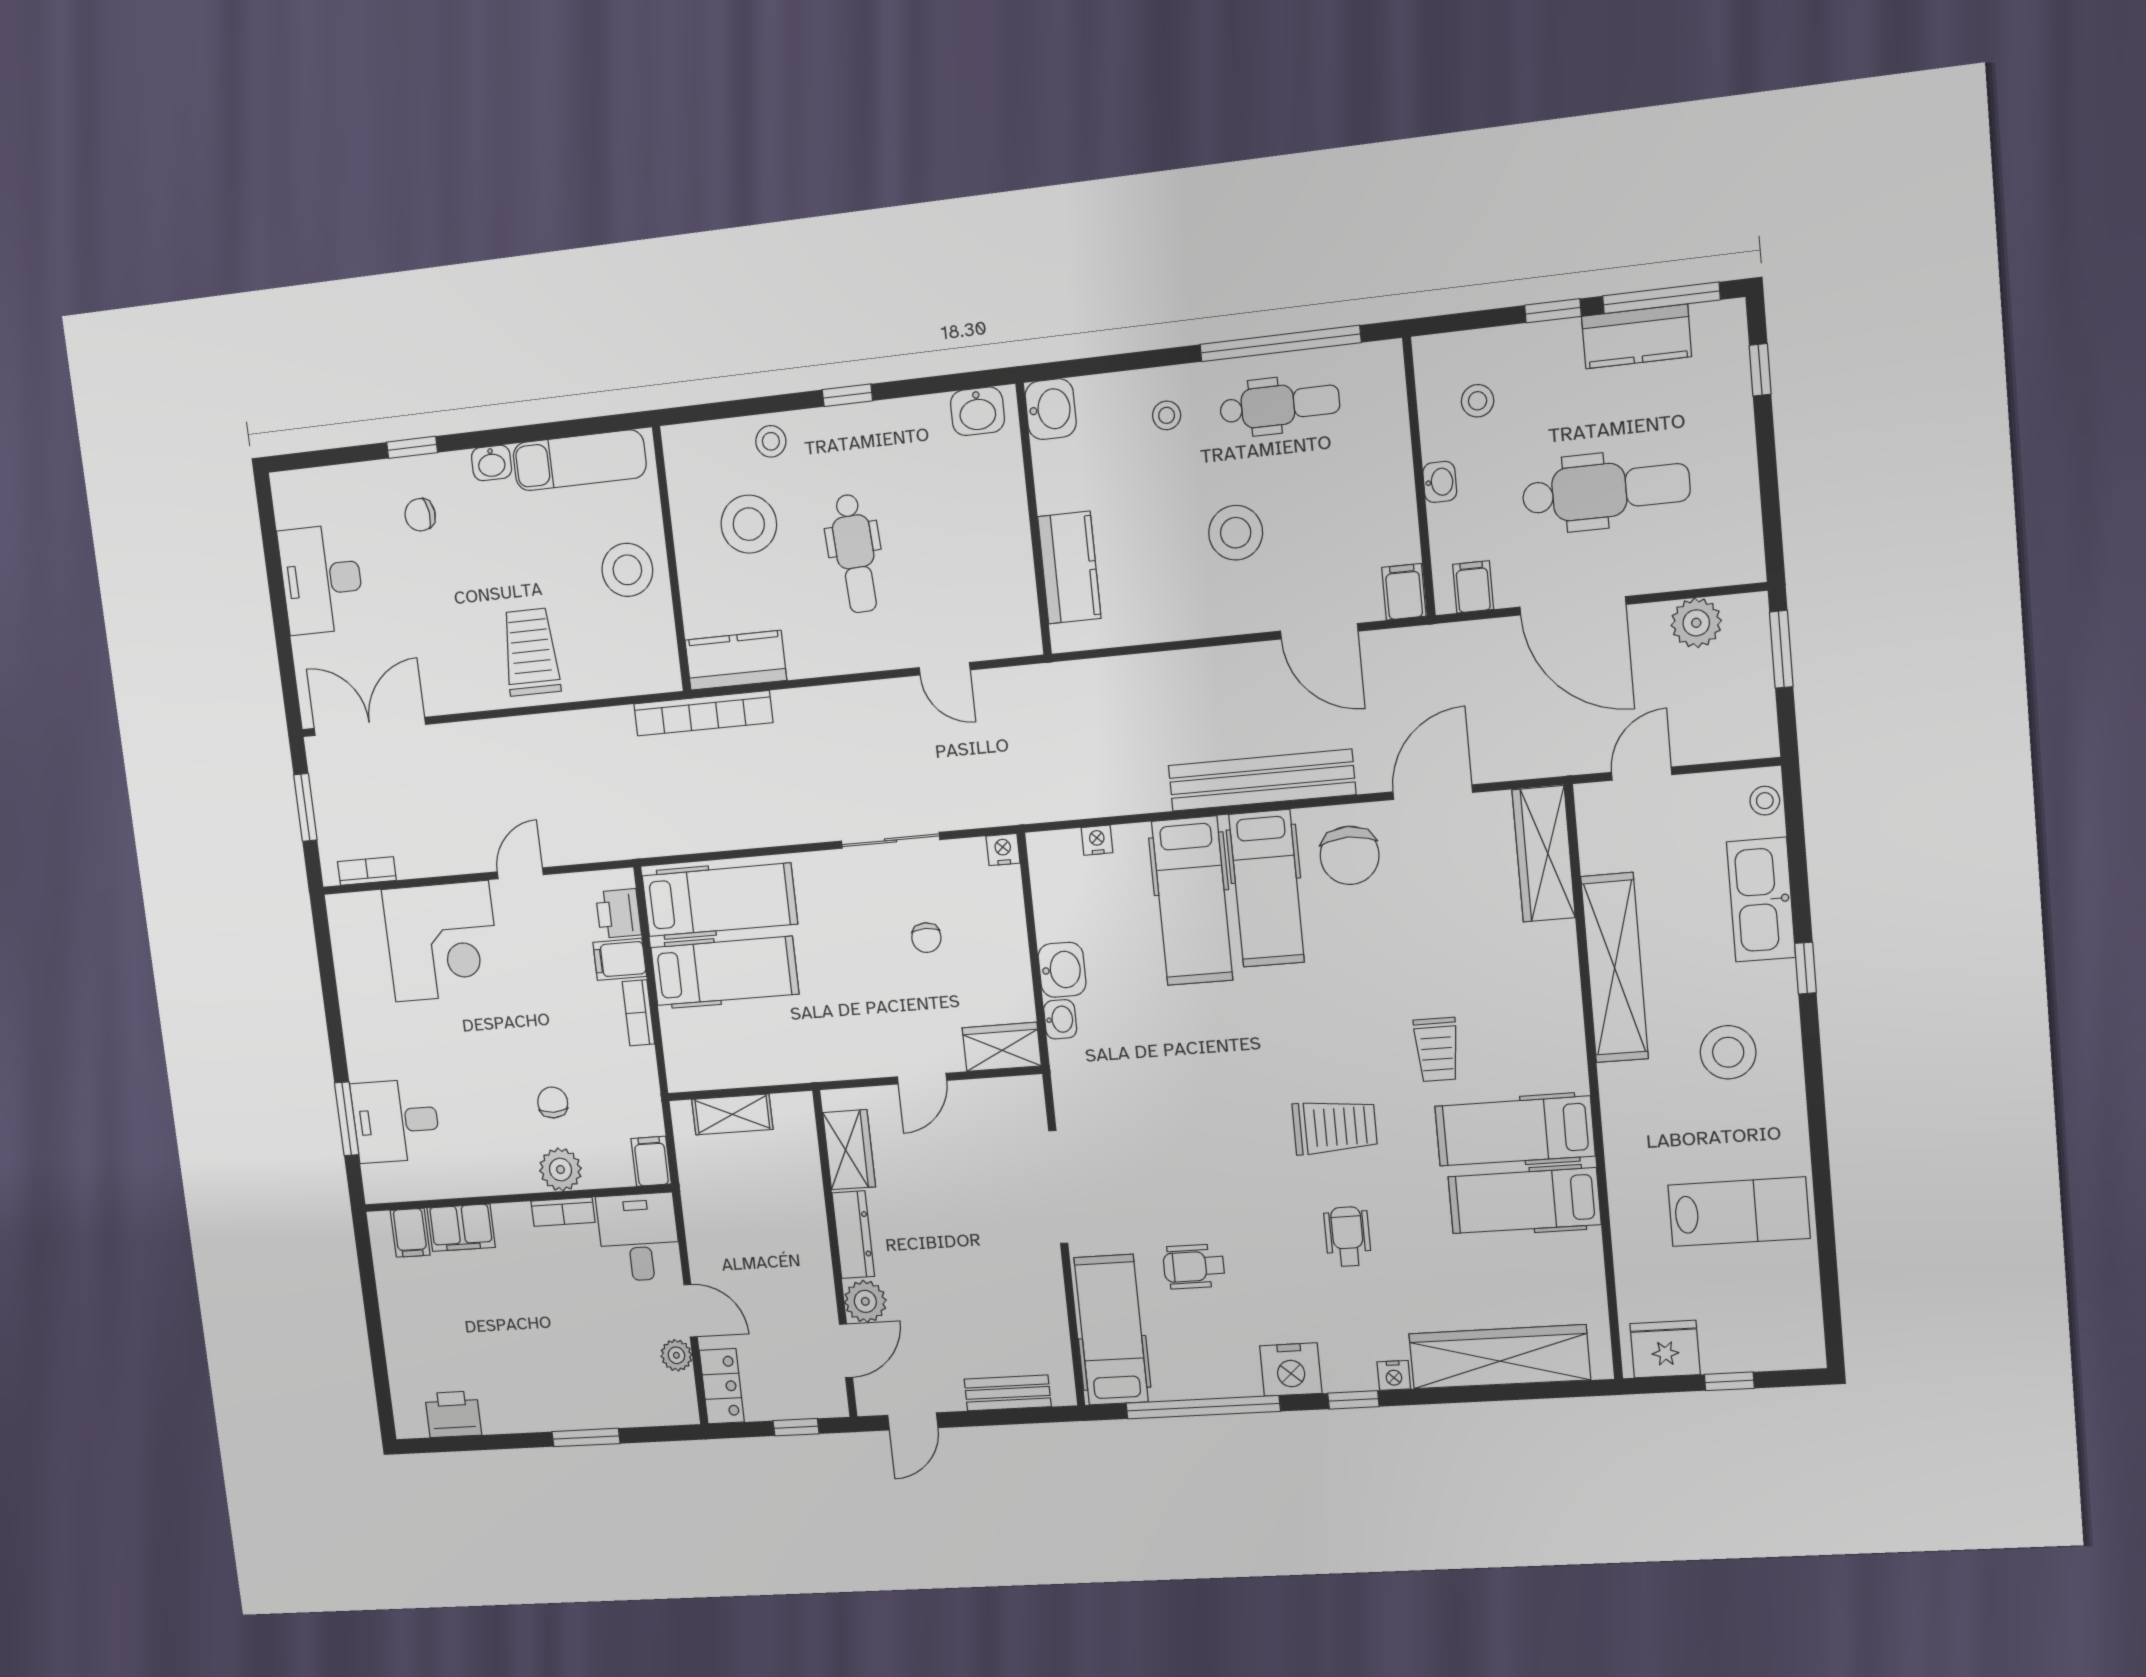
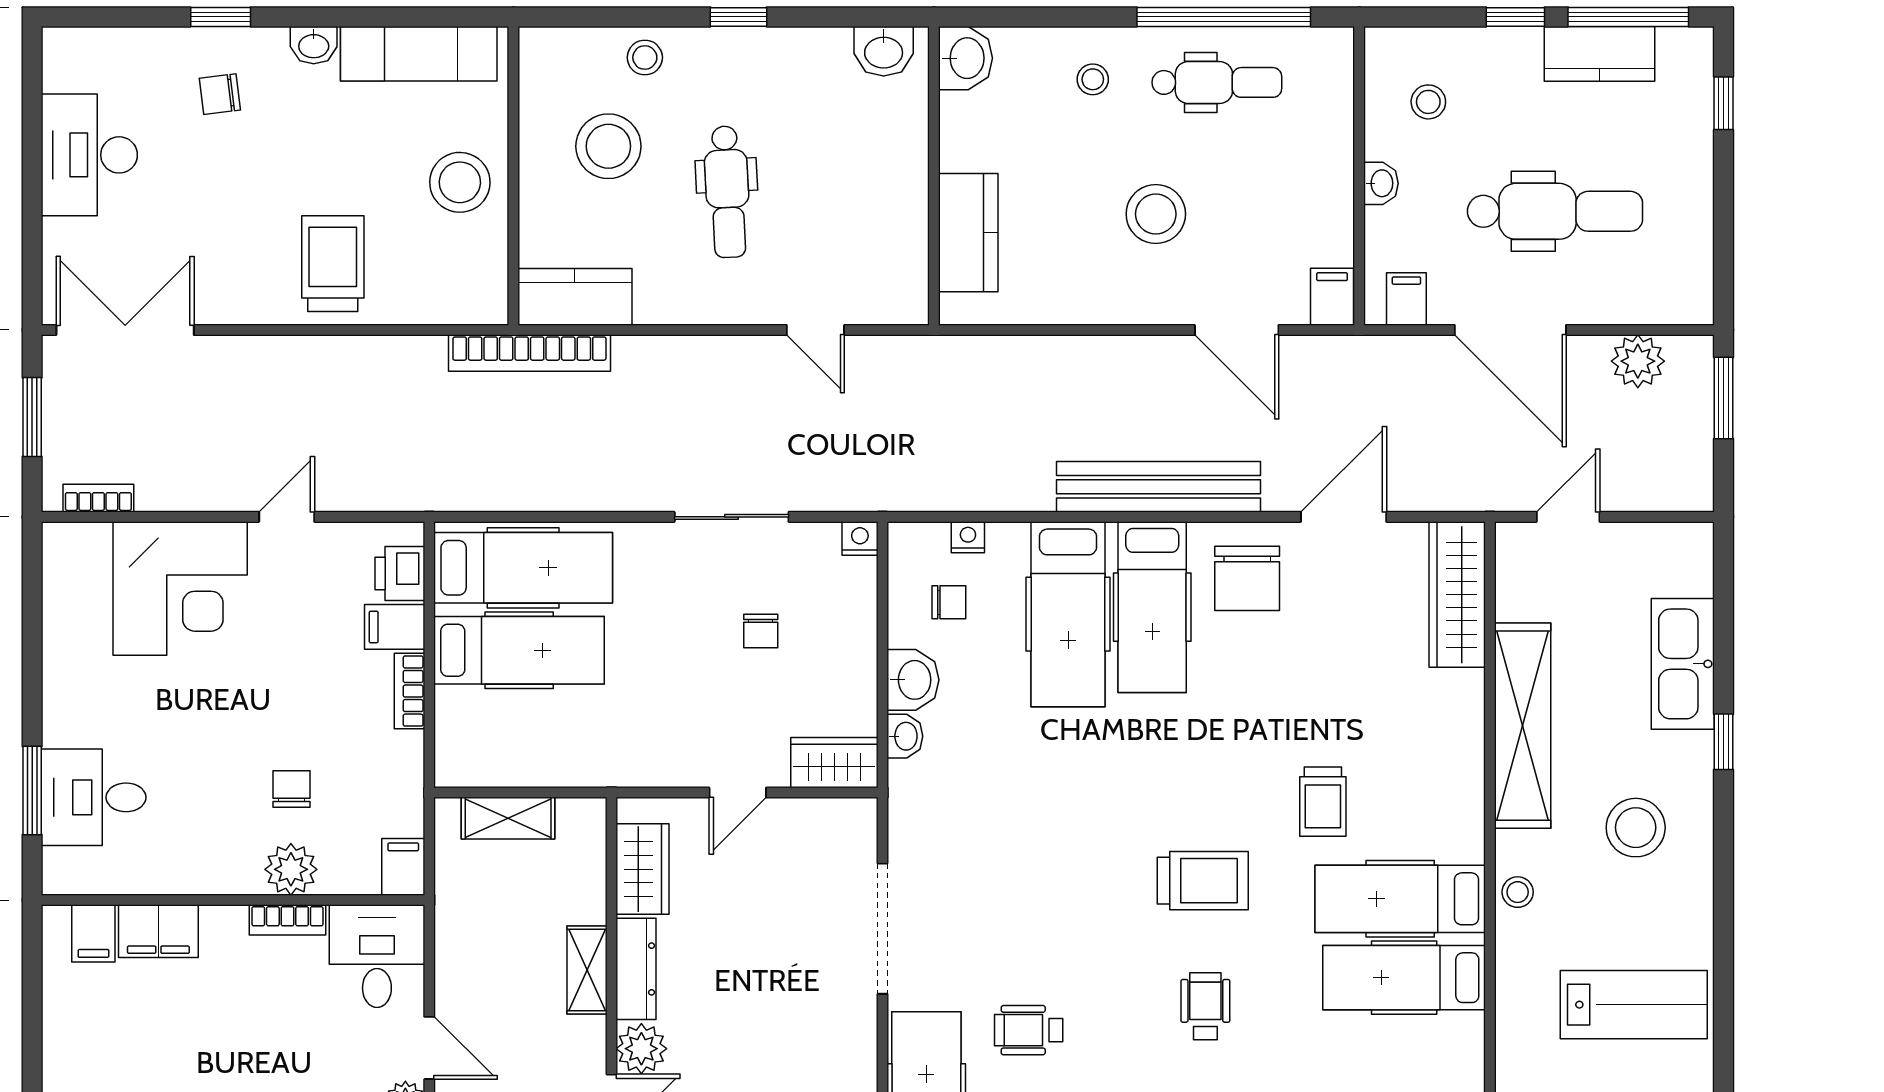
stool: (1765, 801) -> (1518, 892), moved
chair: (1086, 899) -> (949, 602), added
shelving: (813, 1238) -> (587, 970), added

